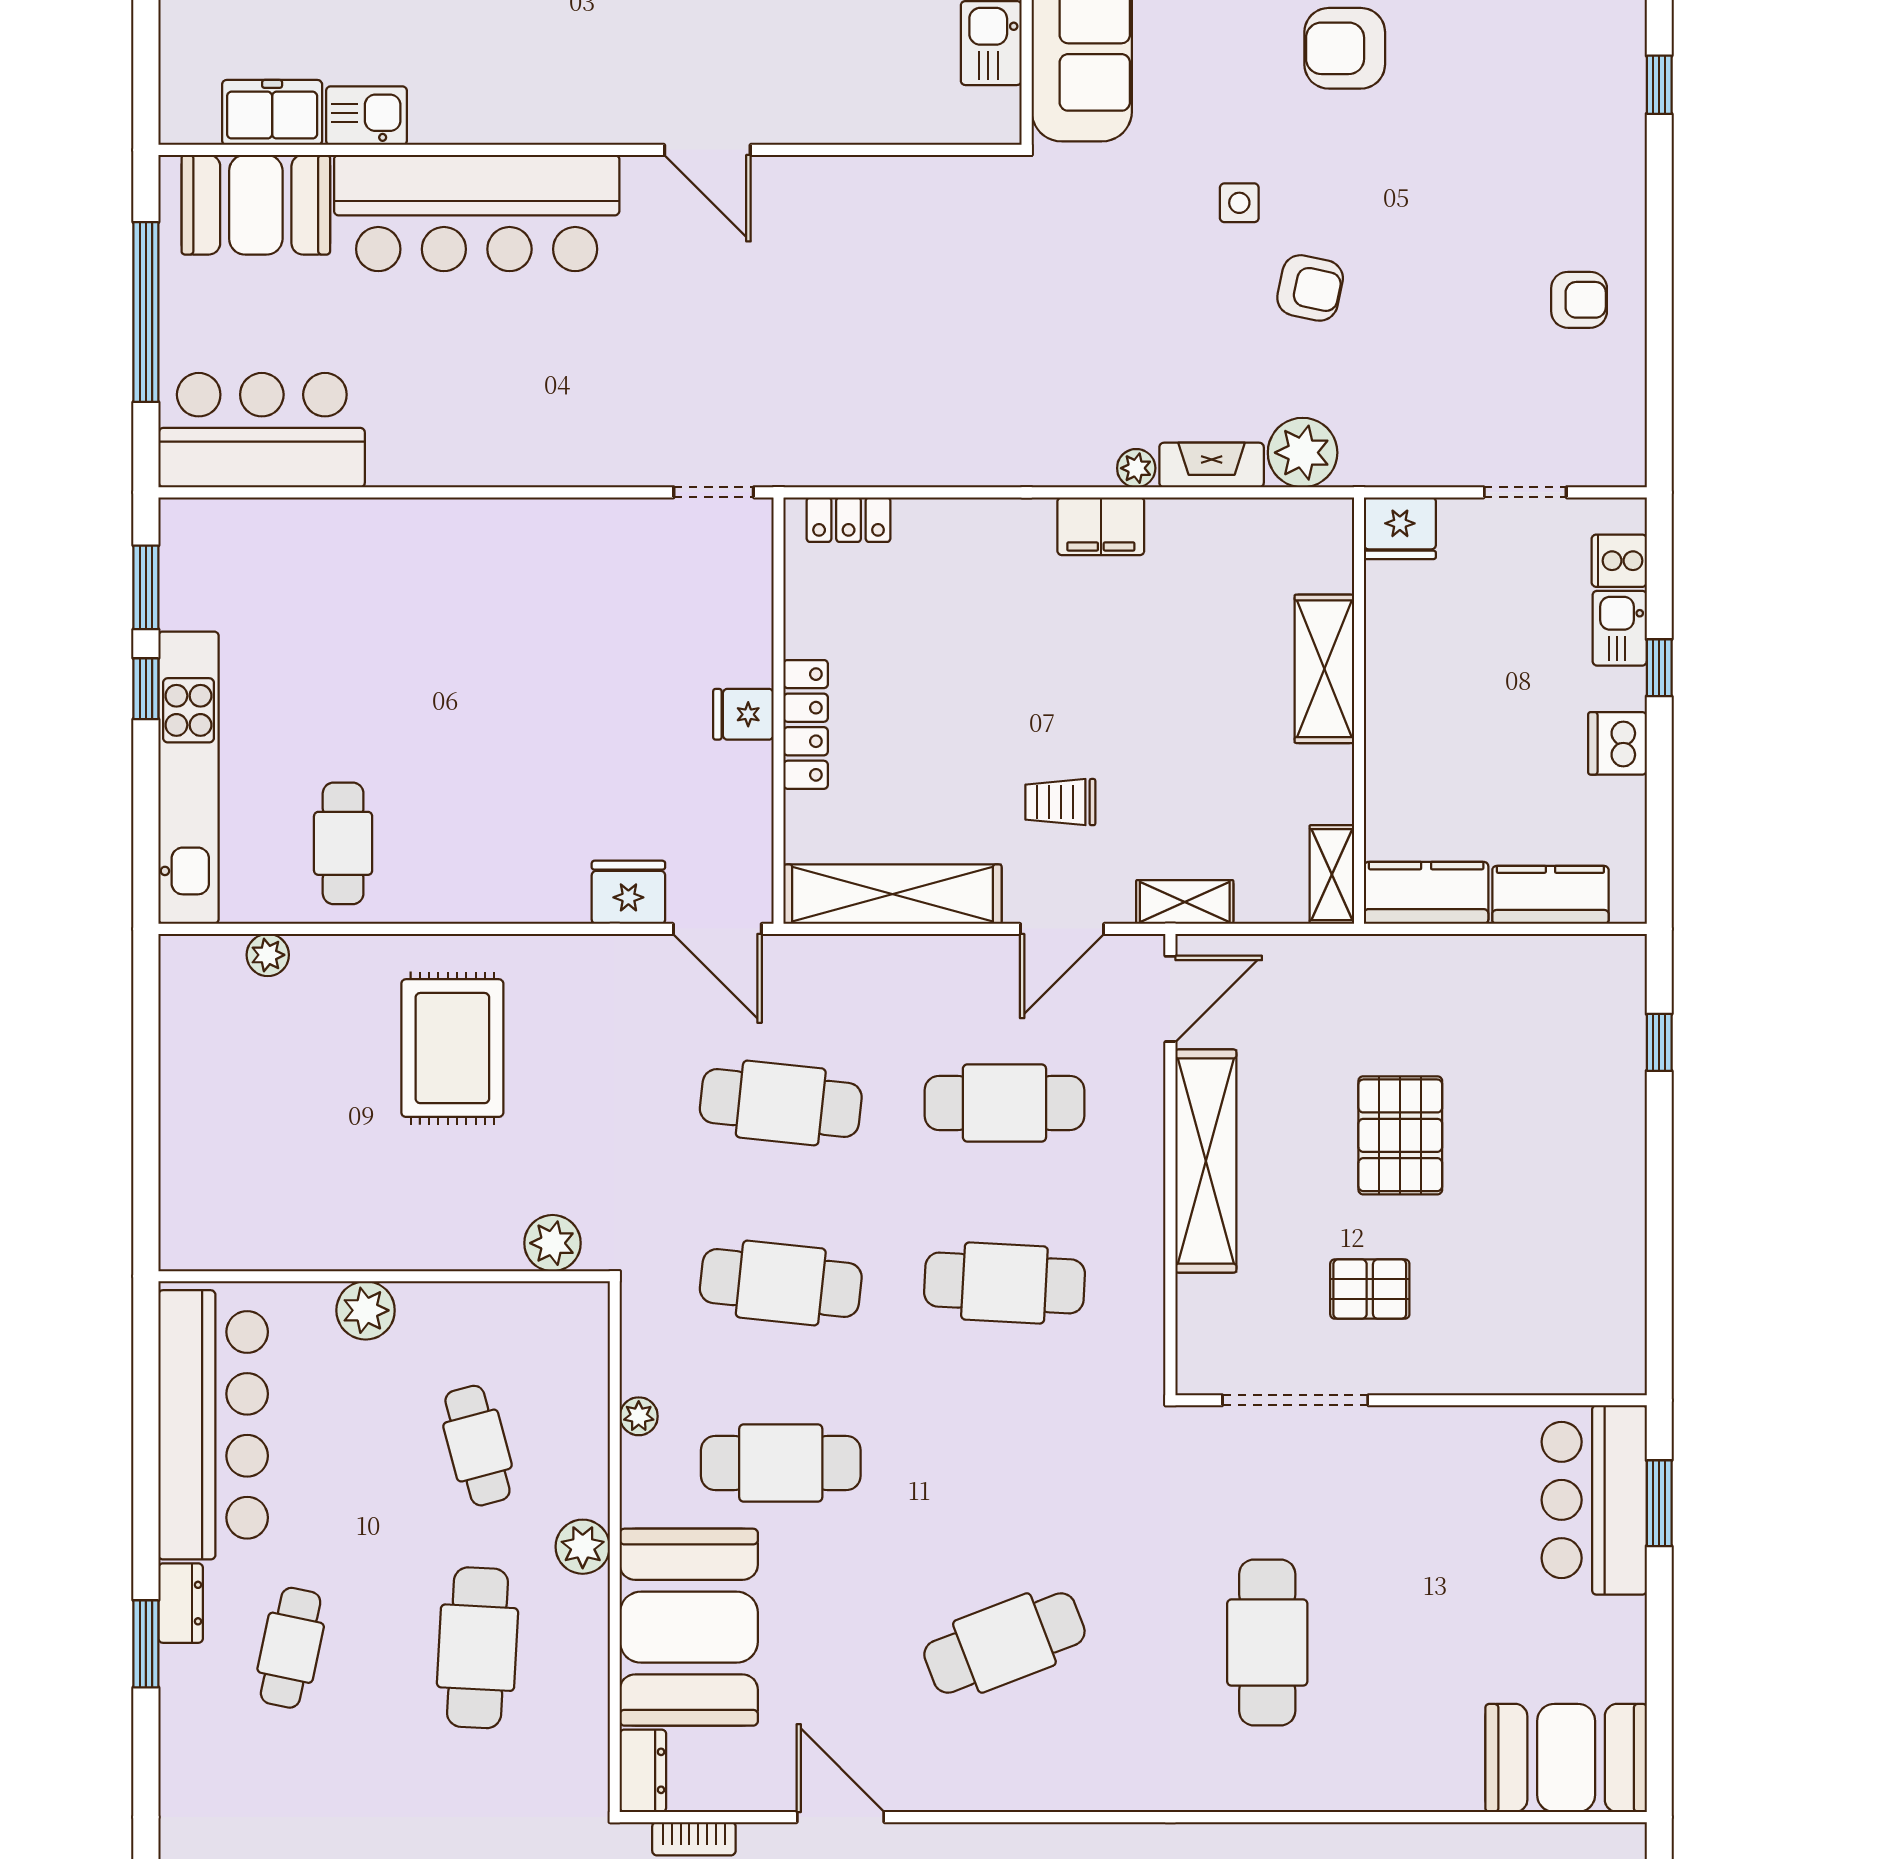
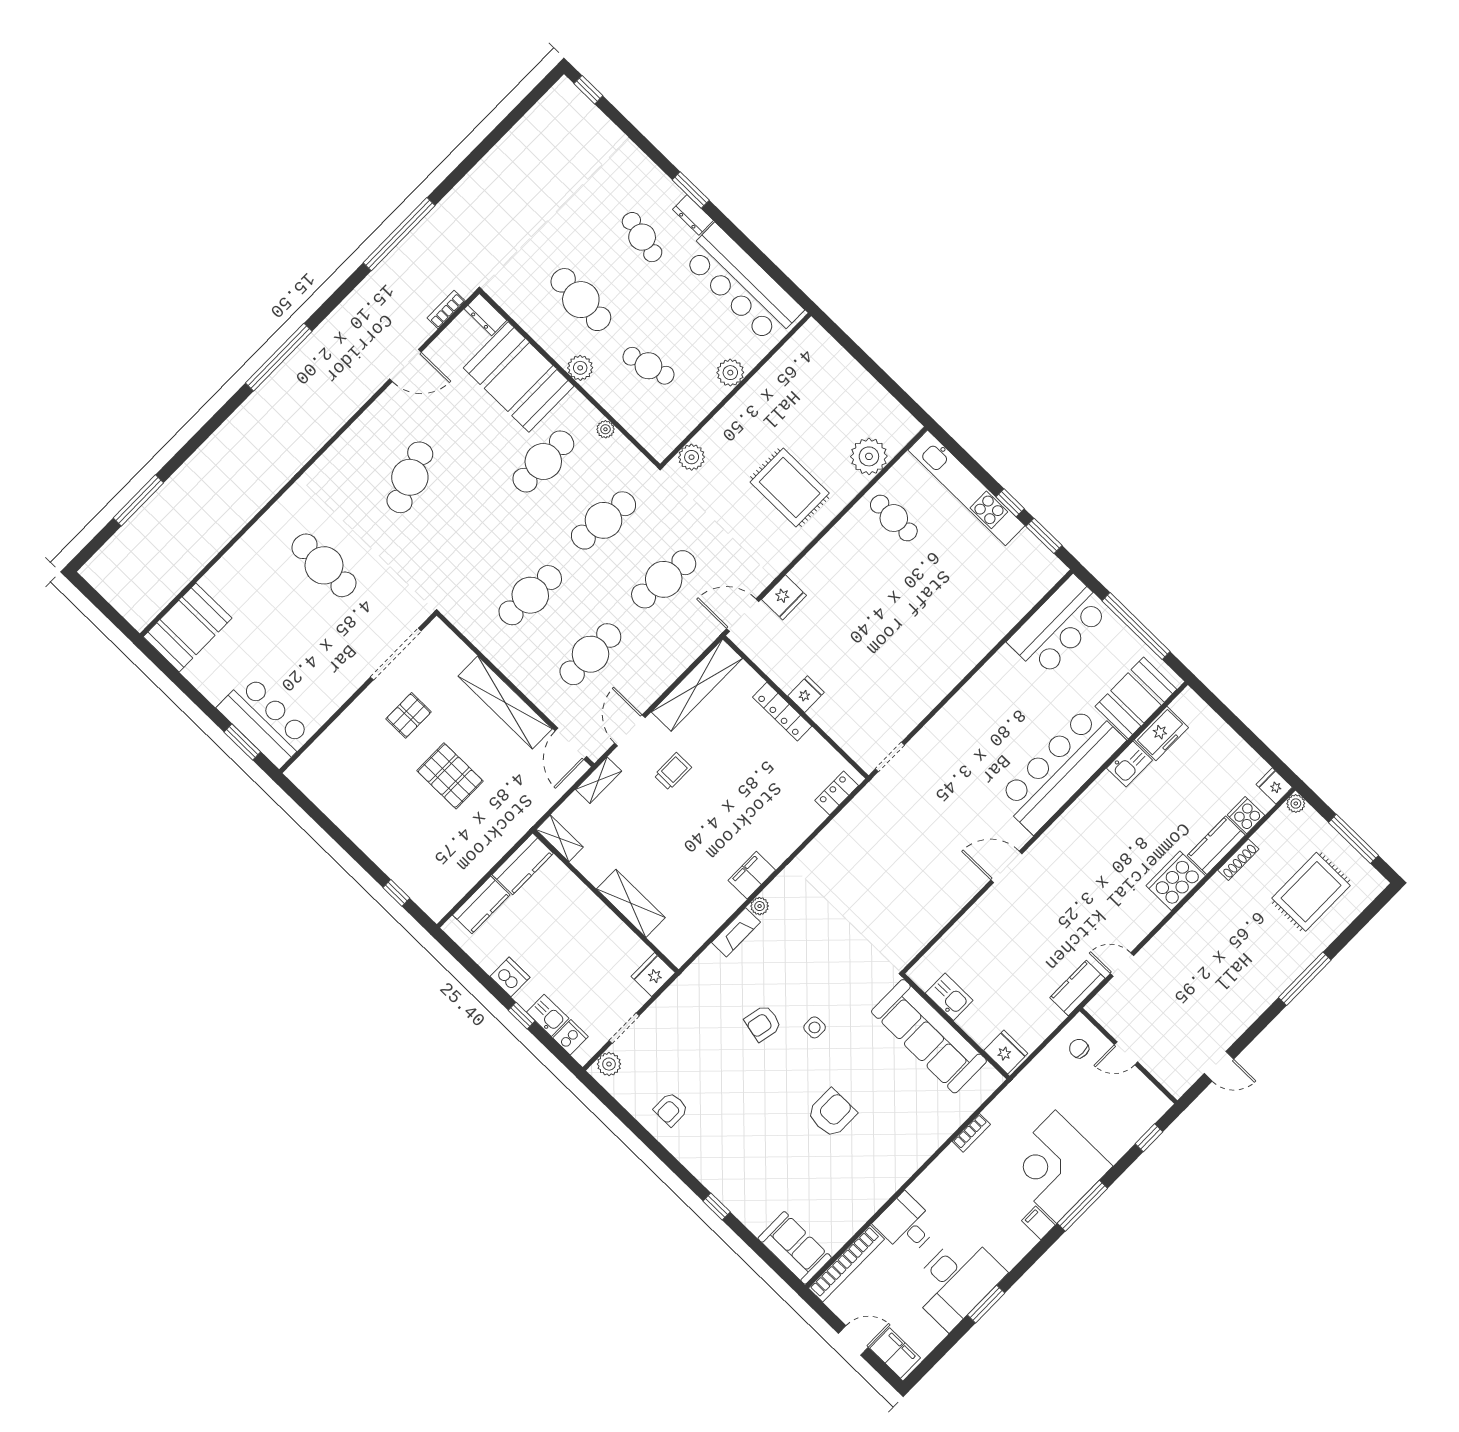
plant: (1303, 453) -> (609, 1064), moved, width x0.73, depth x0.73
plant: (268, 955) -> (869, 456), width x1.88, depth x1.88

